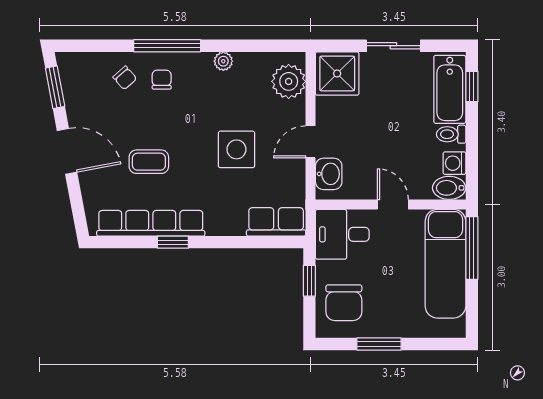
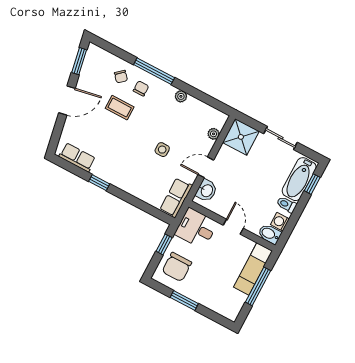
plant: (289, 81) -> (214, 134), width x0.53, depth x0.53
side table: (236, 149) -> (162, 150), width x0.54, depth x0.54
door: (67, 151) -> (67, 101), hinge flipped
coffee table: (149, 162) -> (120, 108), moved
row of seats: (276, 222) -> (176, 198), moved, turned -90
row of seats: (151, 223) -> (77, 157), width x0.50
window: (472, 248) -> (258, 286), moved
exam couch: (445, 264) -> (253, 269), width x0.73, depth x0.69

